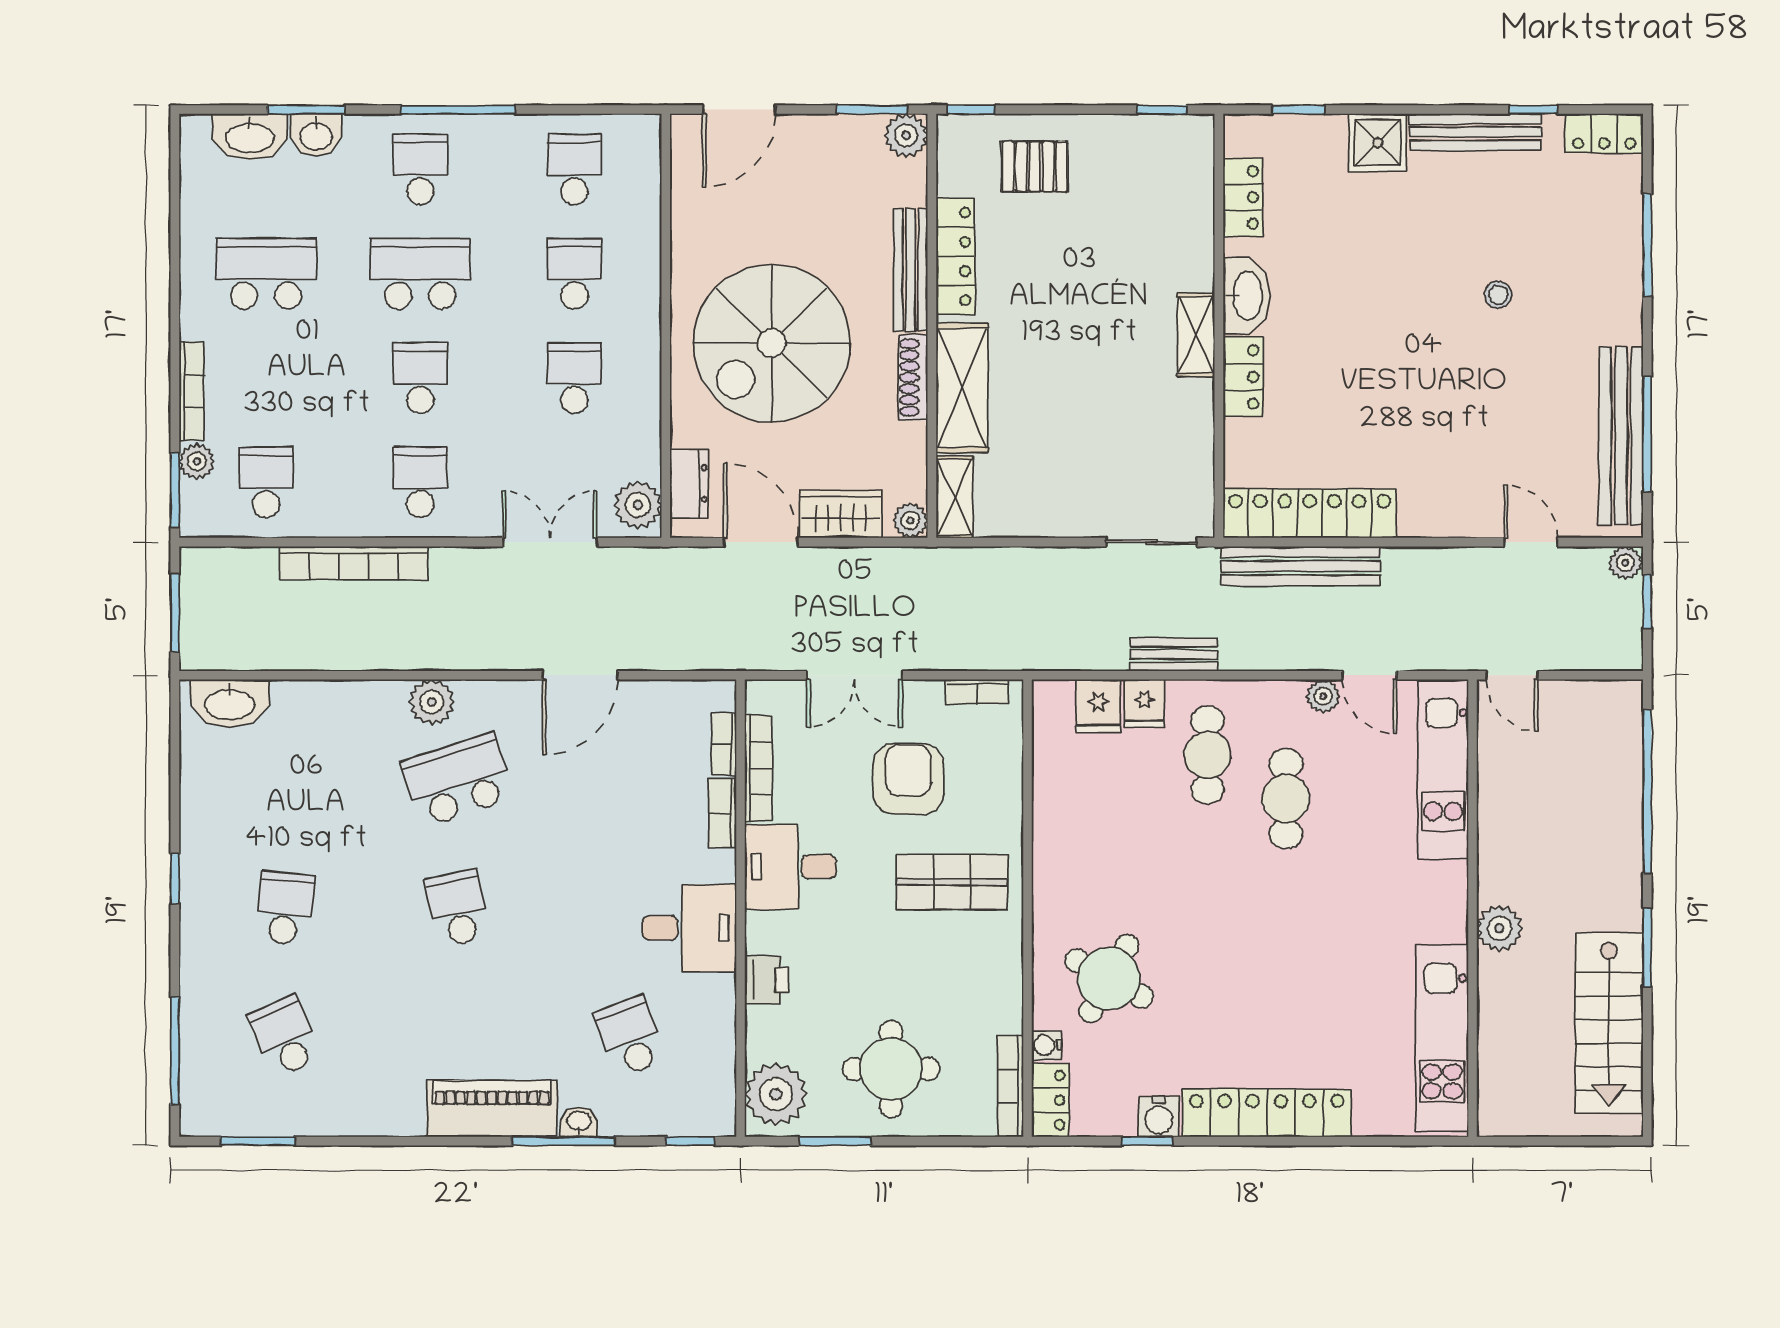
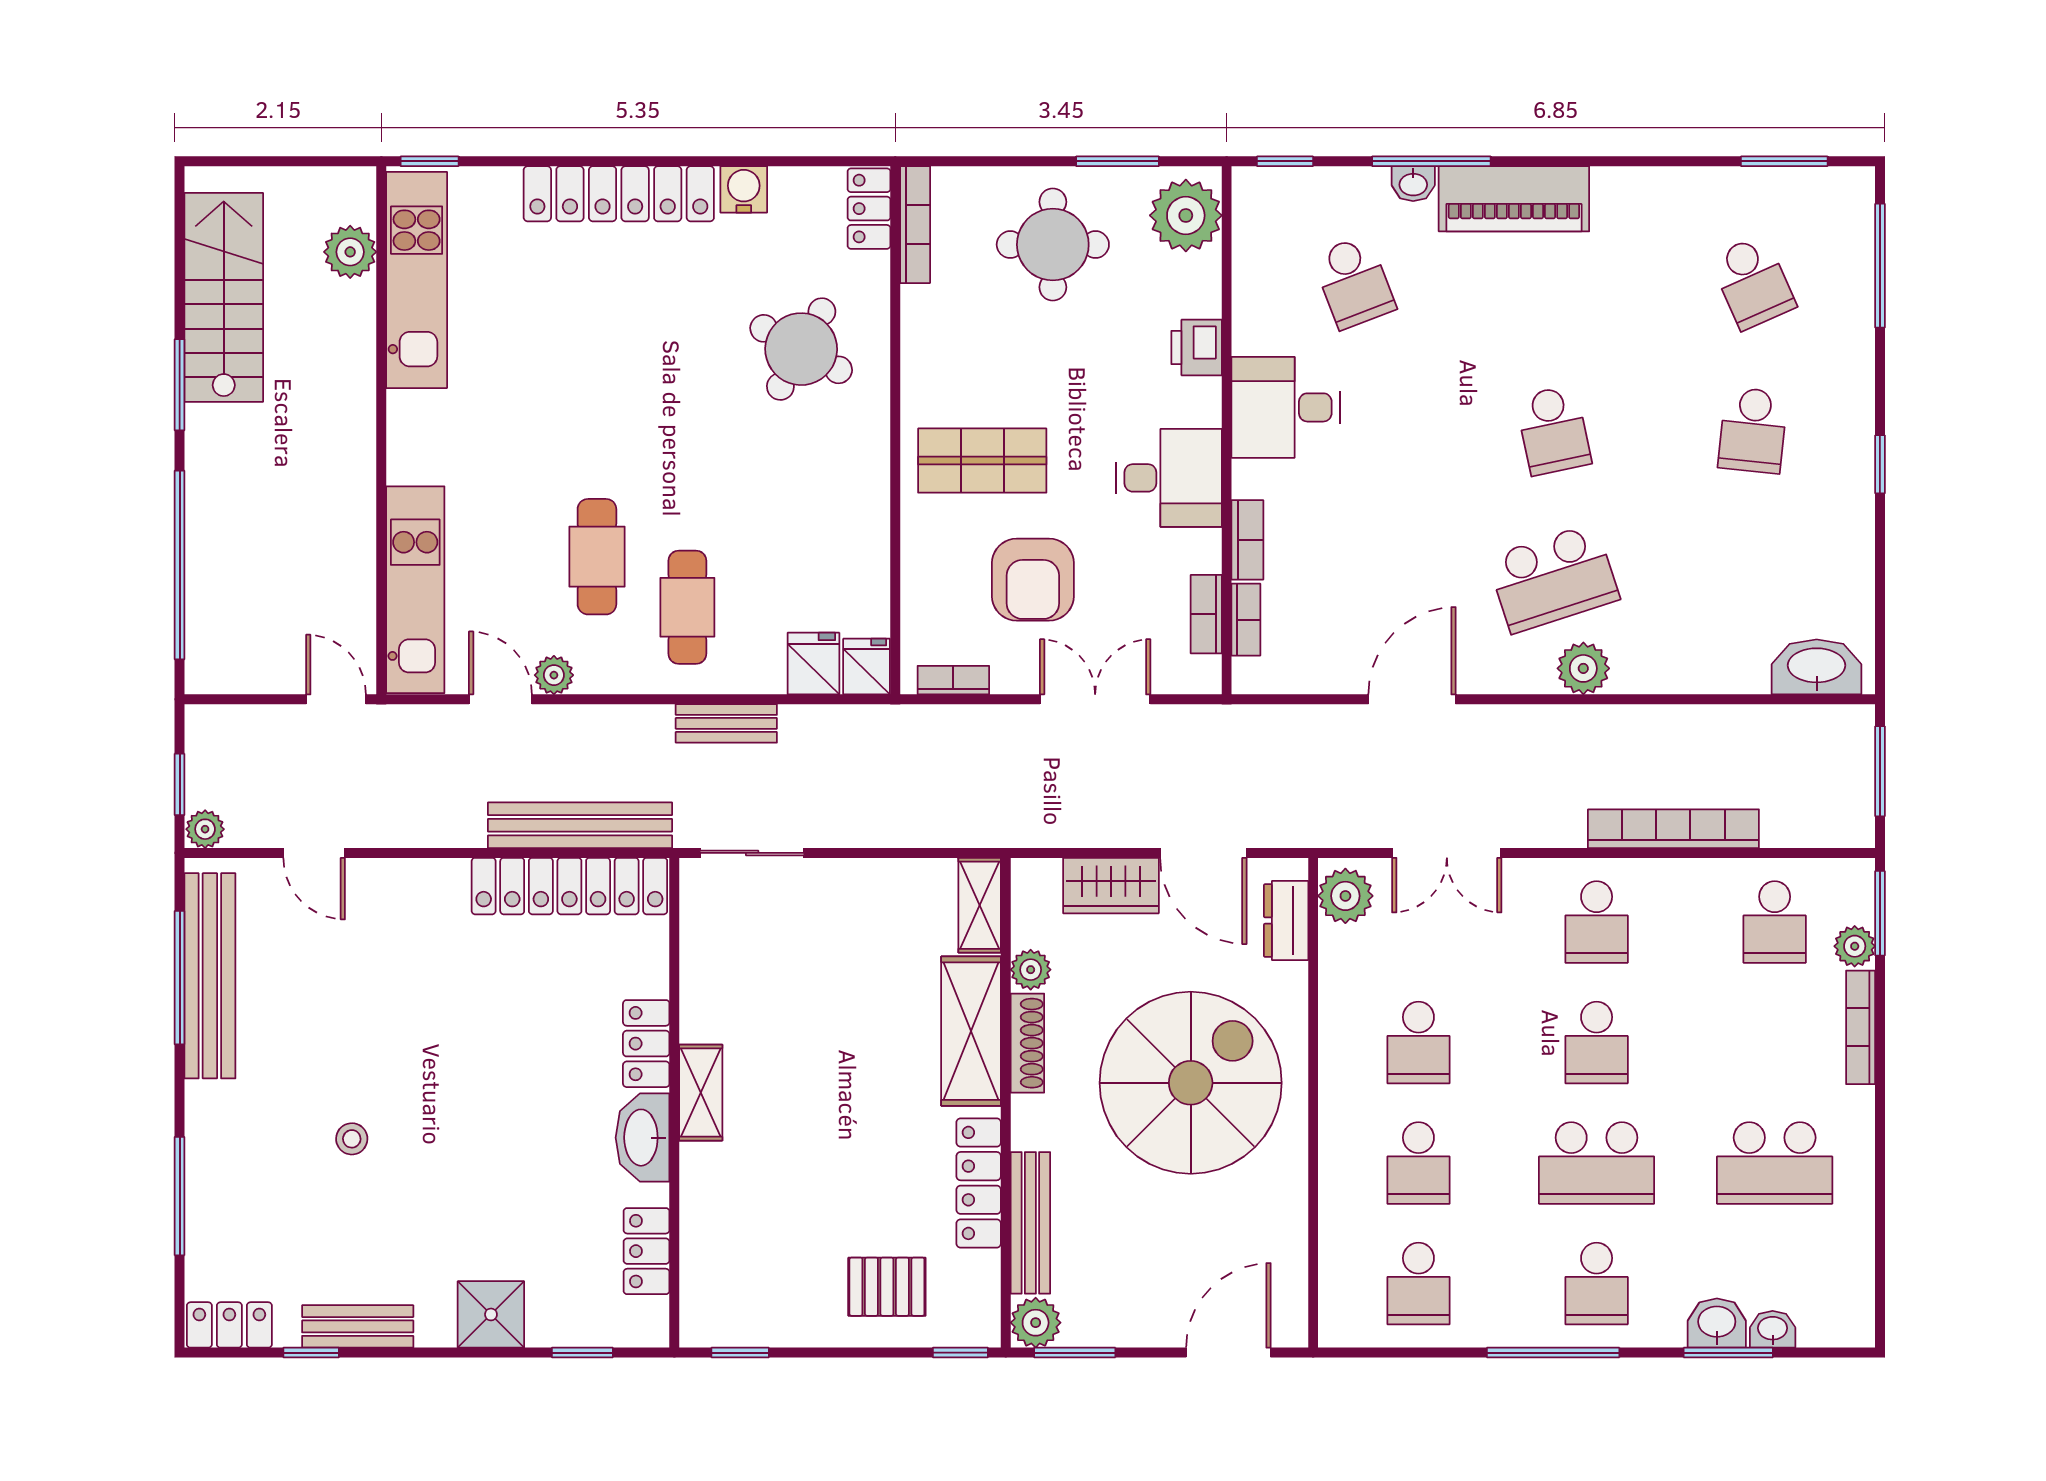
bench: (1475, 132) -> (358, 1326), width x0.73
washbasin: (250, 137) -> (1773, 1329), width x0.52, depth x0.69
bench: (911, 270) -> (1030, 1223), moved
plant: (910, 521) -> (1031, 970), moved
fridge: (1144, 704) -> (867, 667), moved
bookcase: (758, 768) -> (1206, 614), width x0.64
plant: (1500, 928) -> (350, 252), moved
water cooler: (1047, 1045) -> (873, 272), removed
window: (1147, 1141) -> (430, 161), moved

